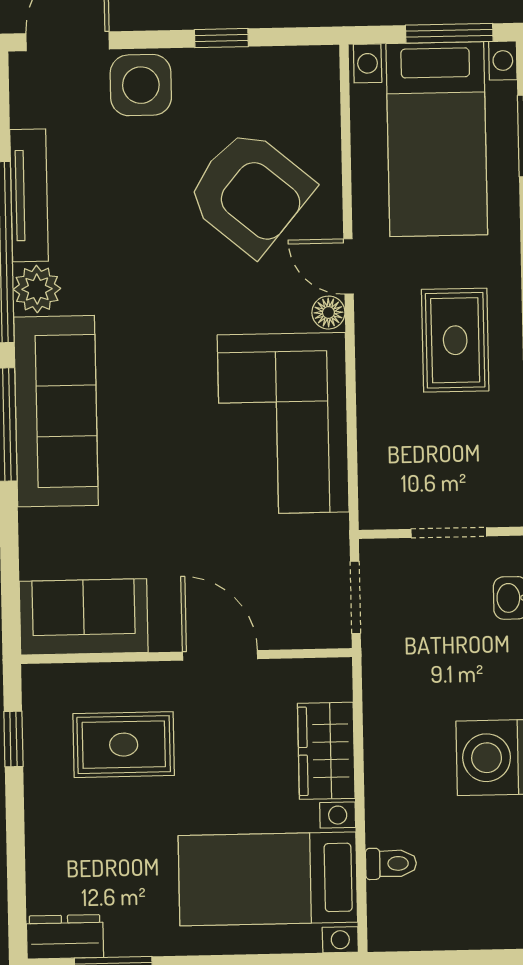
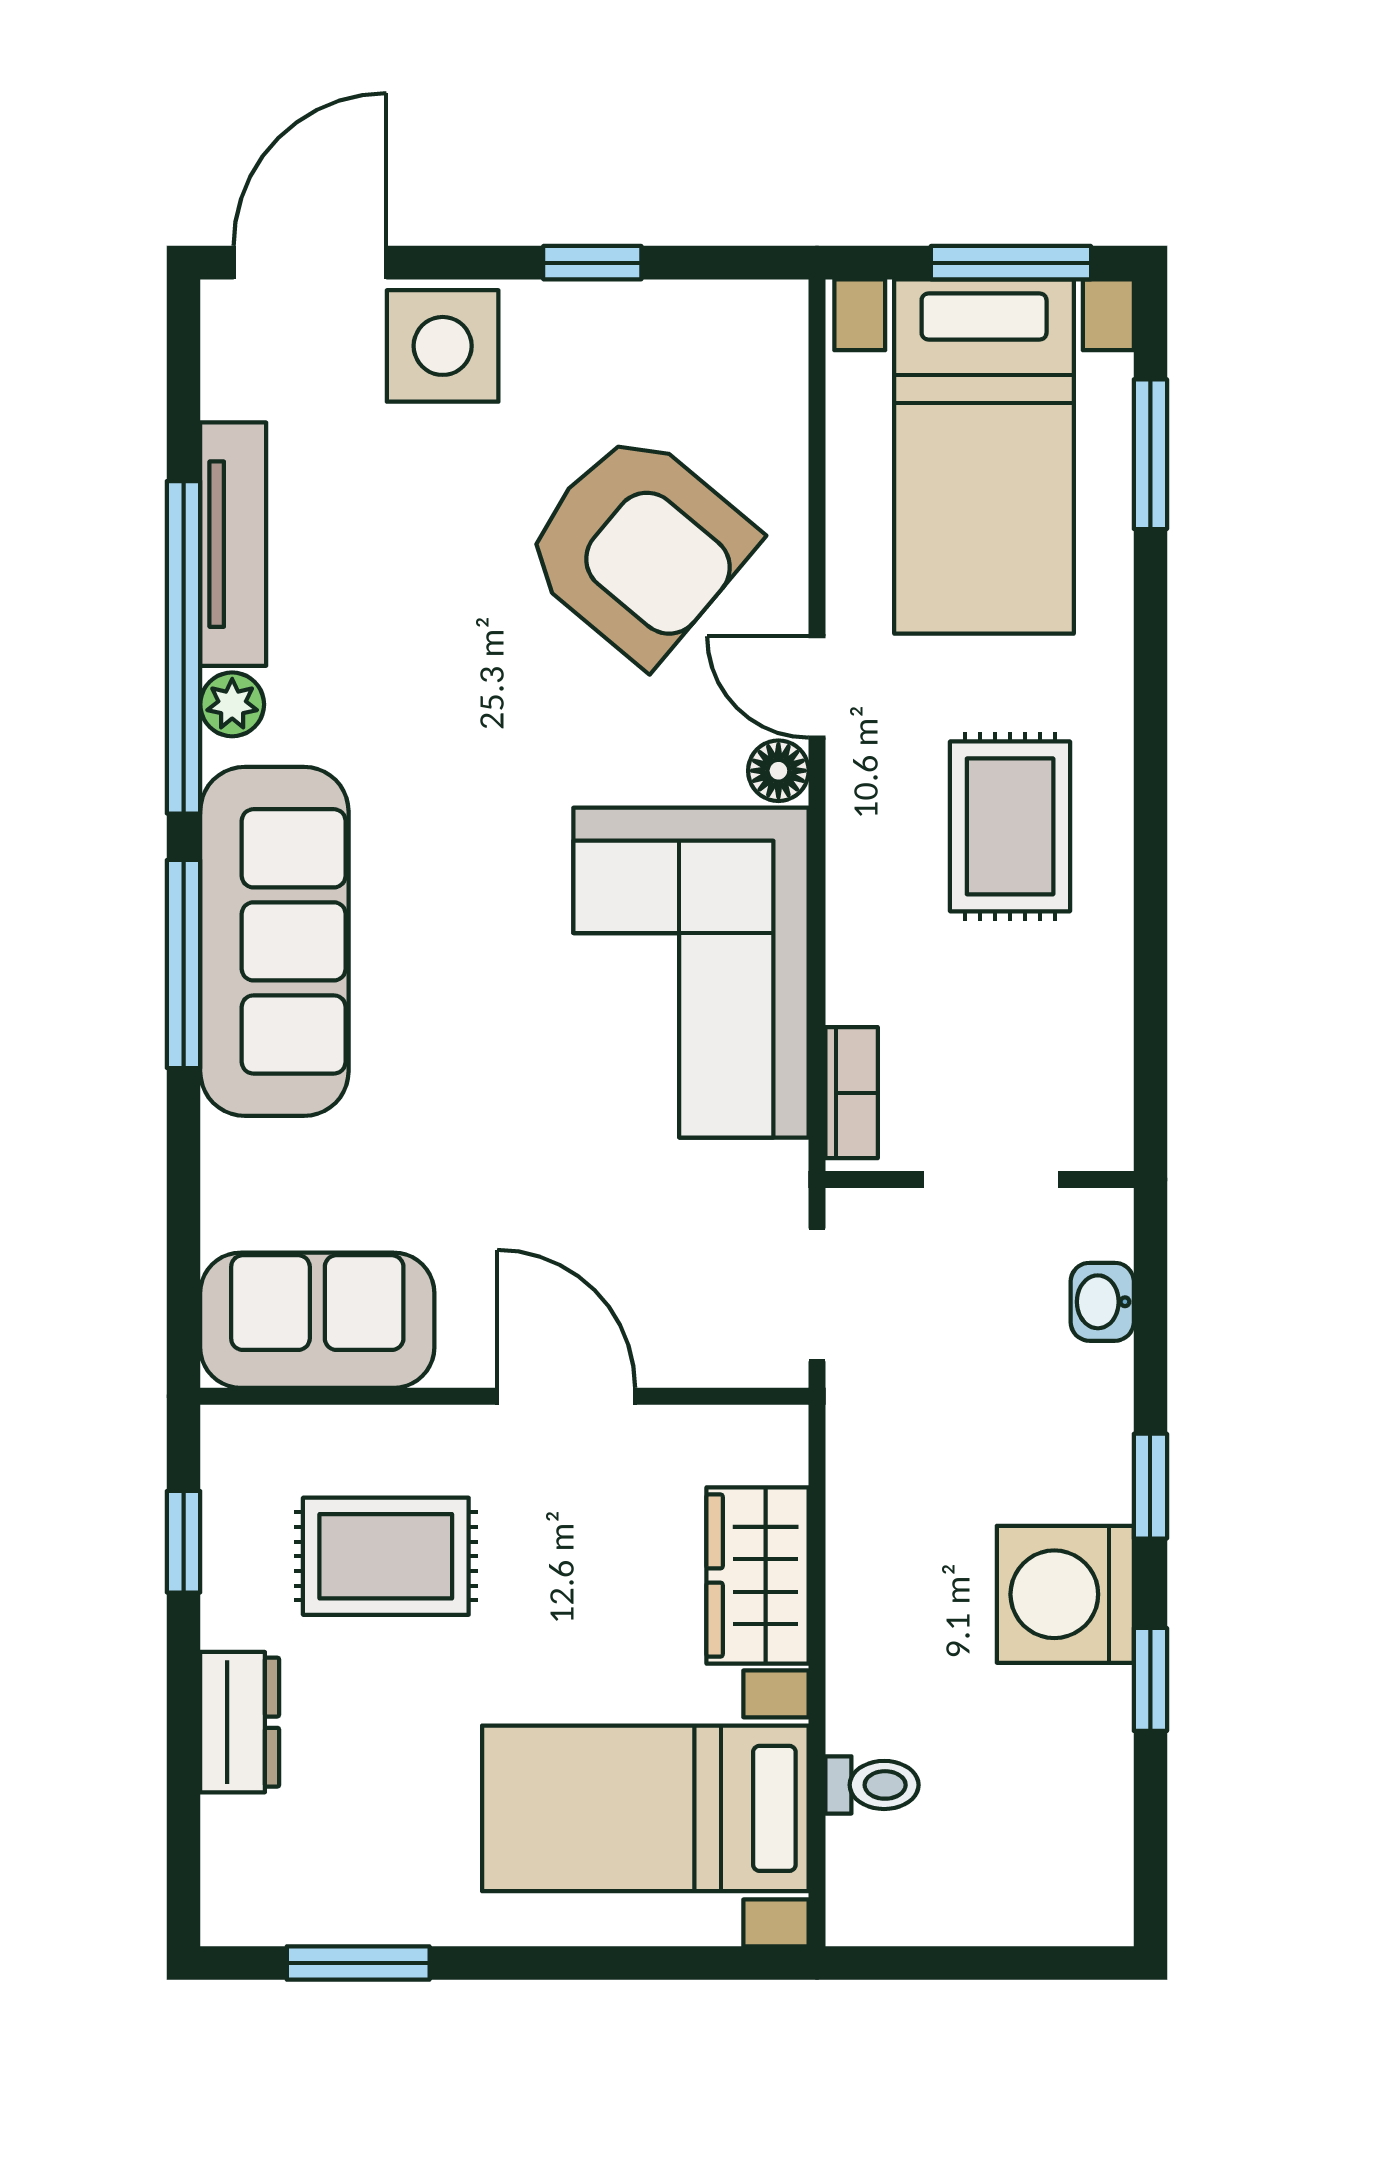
plant: (37, 289) -> (232, 704), width x0.73, depth x0.73
bookcase: (372, 487) -> (852, 1093), added
dresser: (65, 937) -> (240, 1722), moved, turned 90

